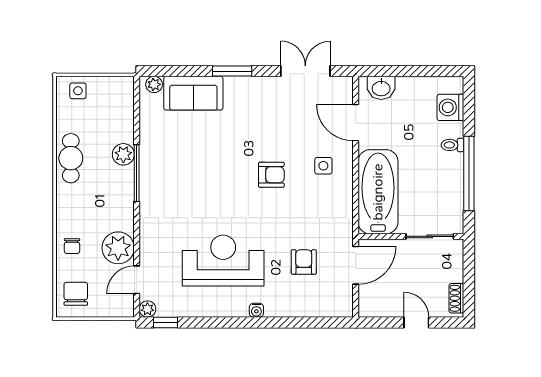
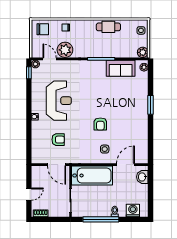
double door: (305, 71) -> (150, 140), removed
sofa: (193, 93) -> (121, 68), moved, turned -90
plant: (123, 154) -> (143, 52), moved

